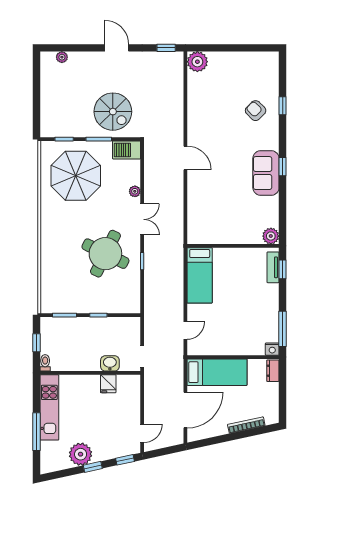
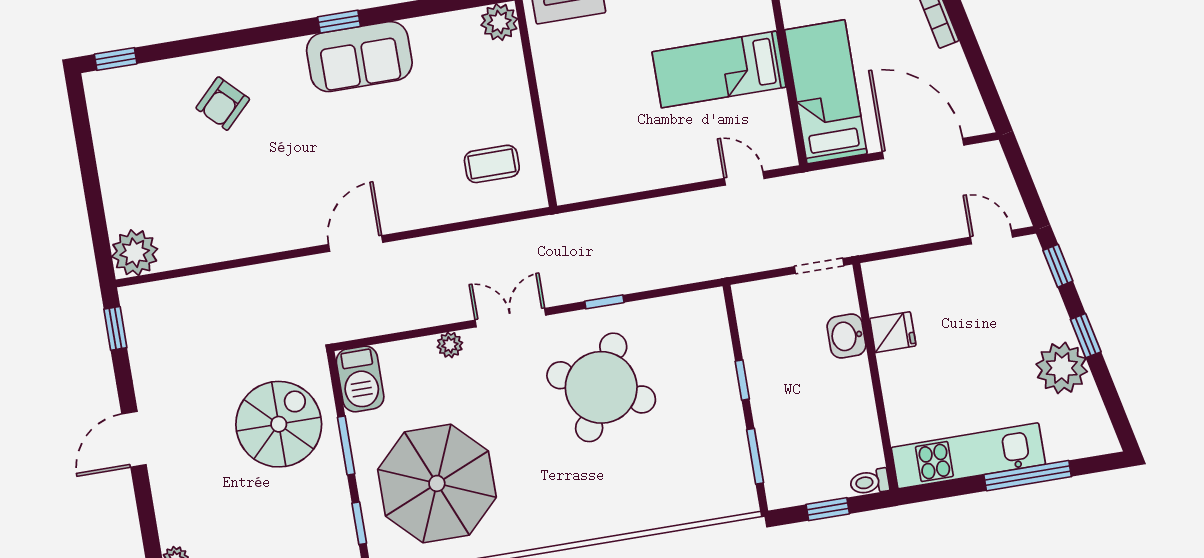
window: (283, 106) -> (116, 59), moved
coffee table: (210, 223) -> (492, 164), added
bed: (200, 275) -> (719, 69), moved, turned 180

